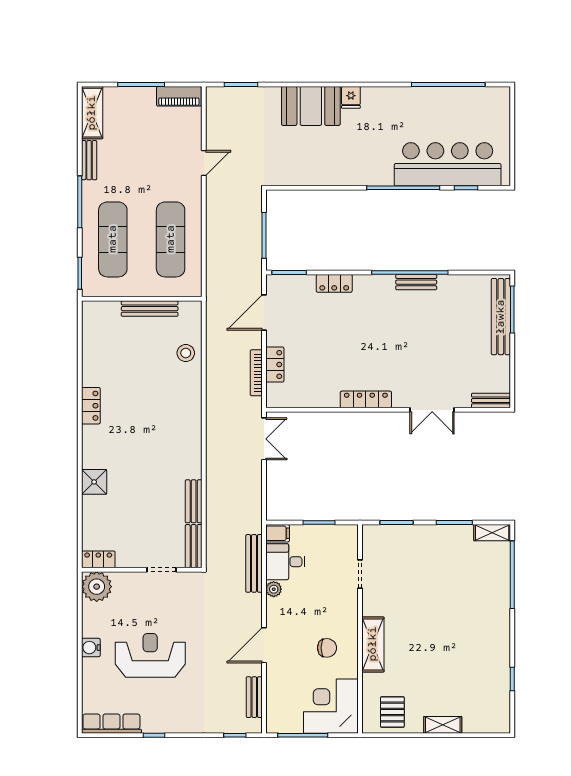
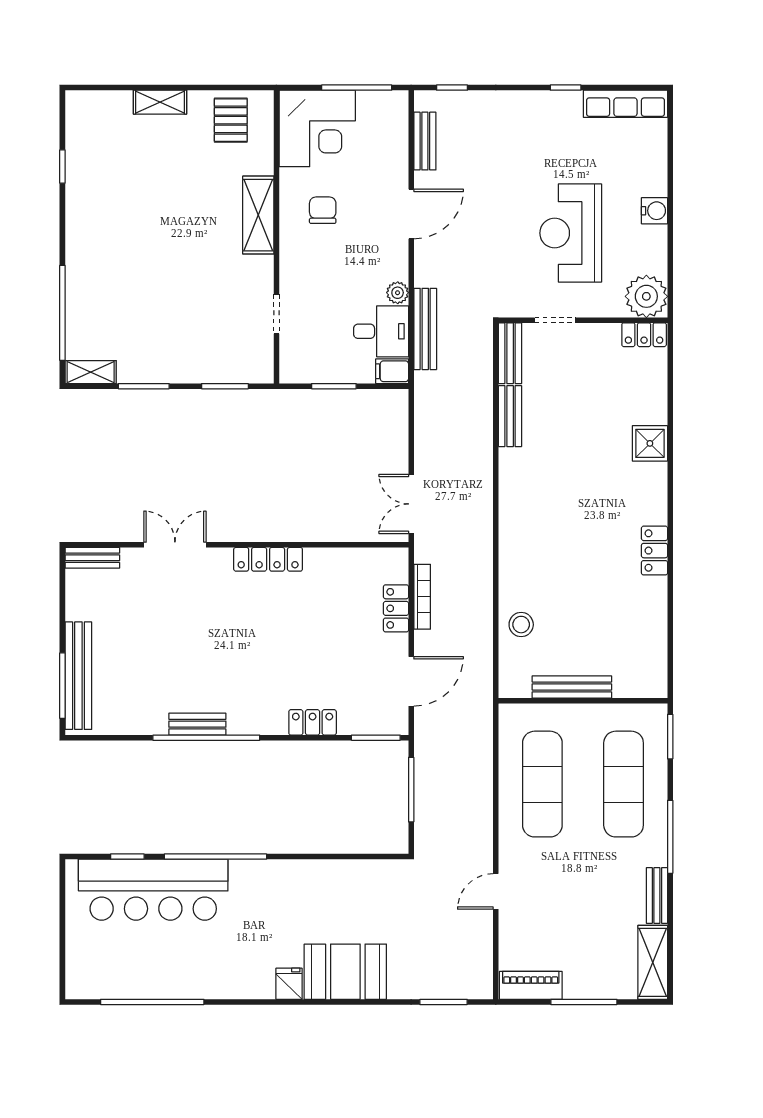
chair: (327, 648) -> (323, 210), turned 90
reception desk: (150, 655) -> (571, 233), moved, turned 90

